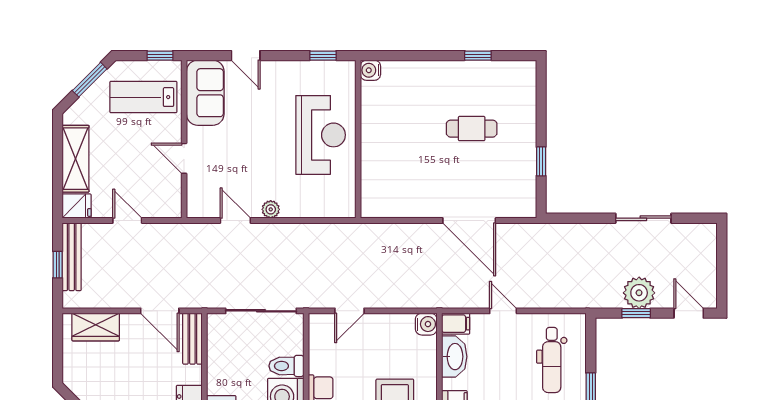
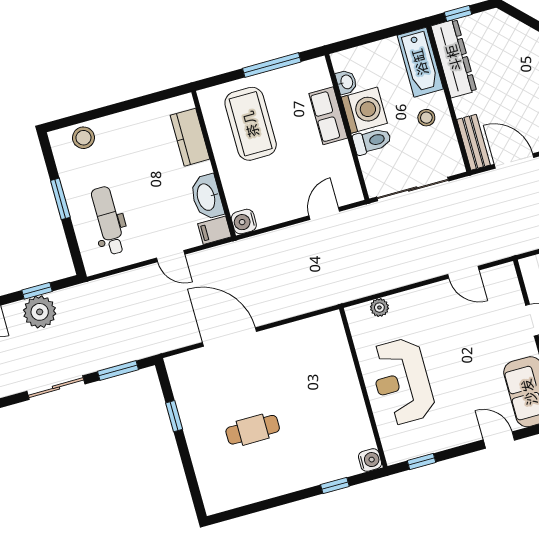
window: (478, 56) -> (335, 485), moved
plant: (271, 209) -> (379, 308), moved
window: (581, 218) -> (118, 370), added
stool: (230, 374) -> (426, 118), added

